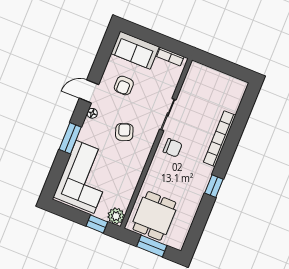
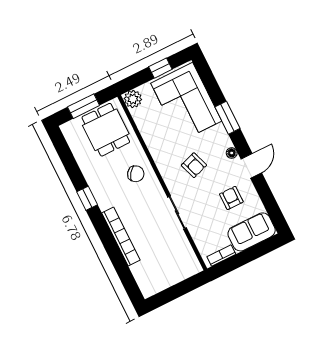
chair: (173, 148) -> (136, 174), moved, turned -144
window: (97, 224) -> (160, 68), moved

